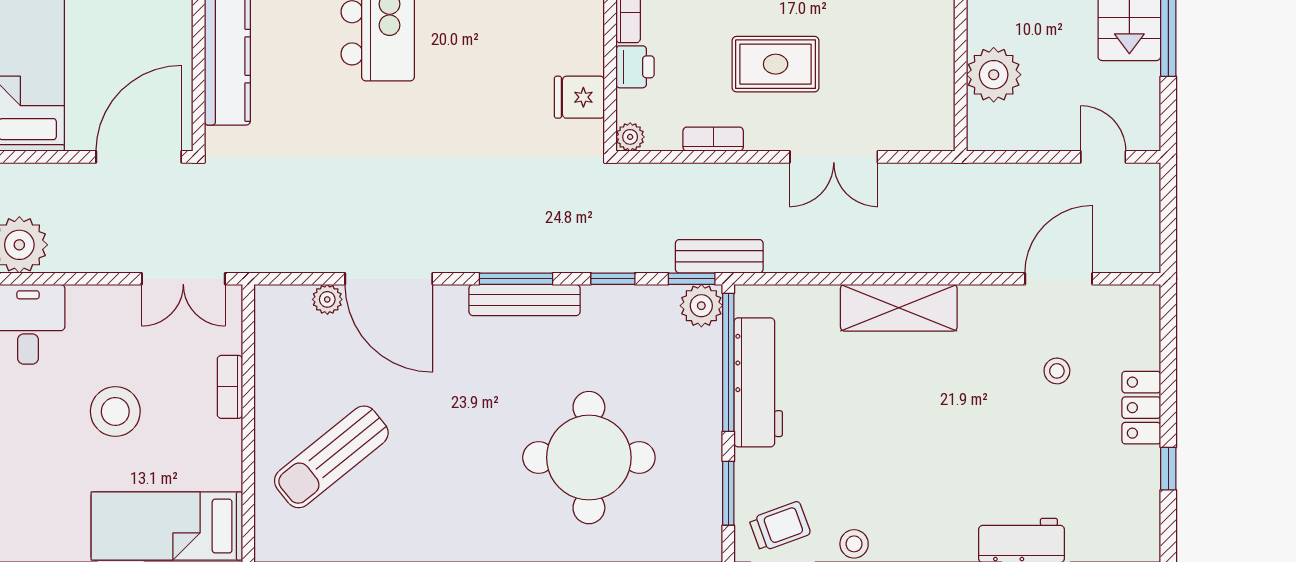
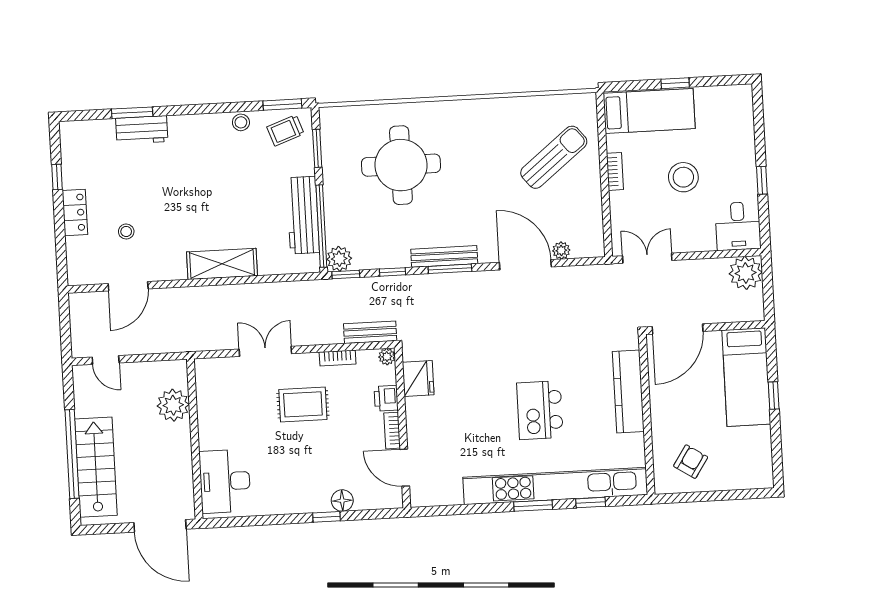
fridge: (579, 97) -> (418, 379), width x1.38
bench: (719, 256) -> (370, 332), moved
bookcase: (230, 387) -> (615, 171), moved

